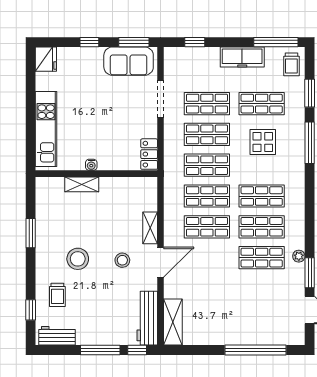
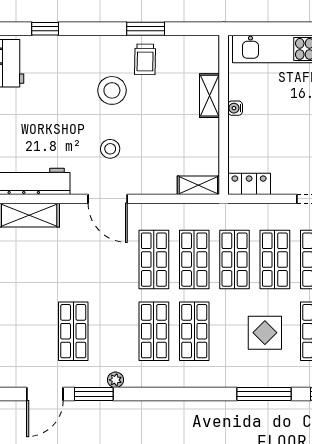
shelving: (150, 228) -> (198, 185), moved
shop shelf: (262, 258) -> (73, 331), moved
trolley: (57, 295) -> (145, 59), moved, turned -89

